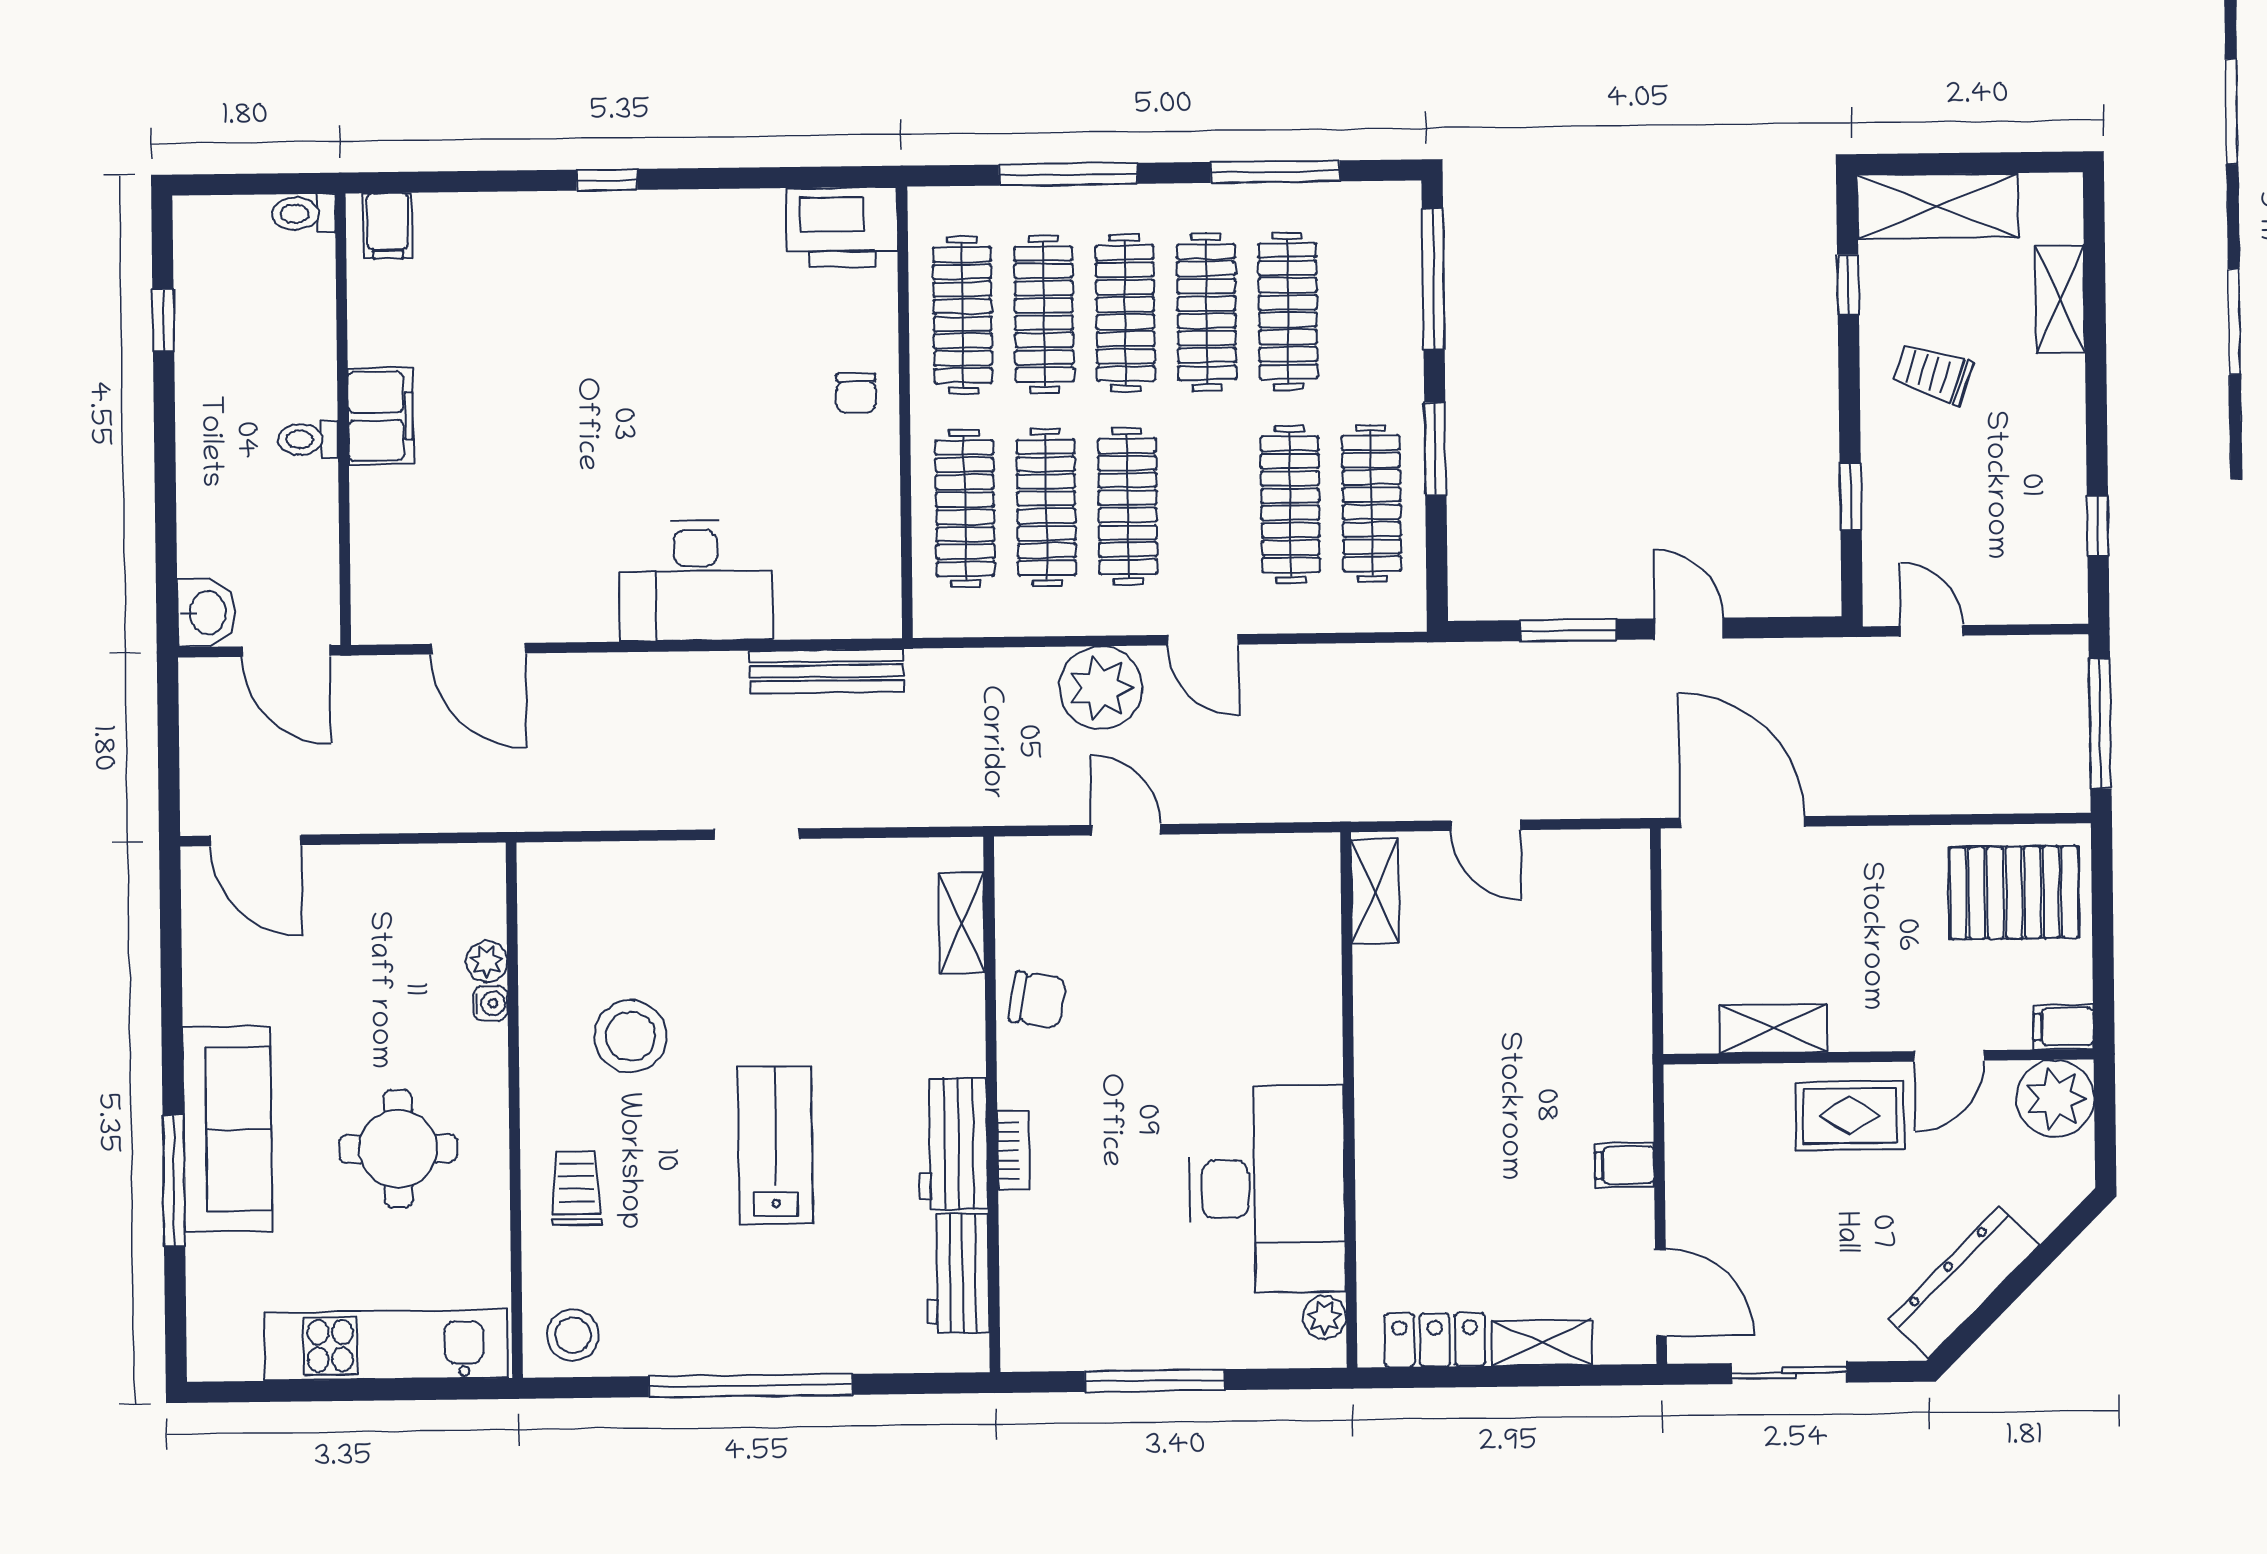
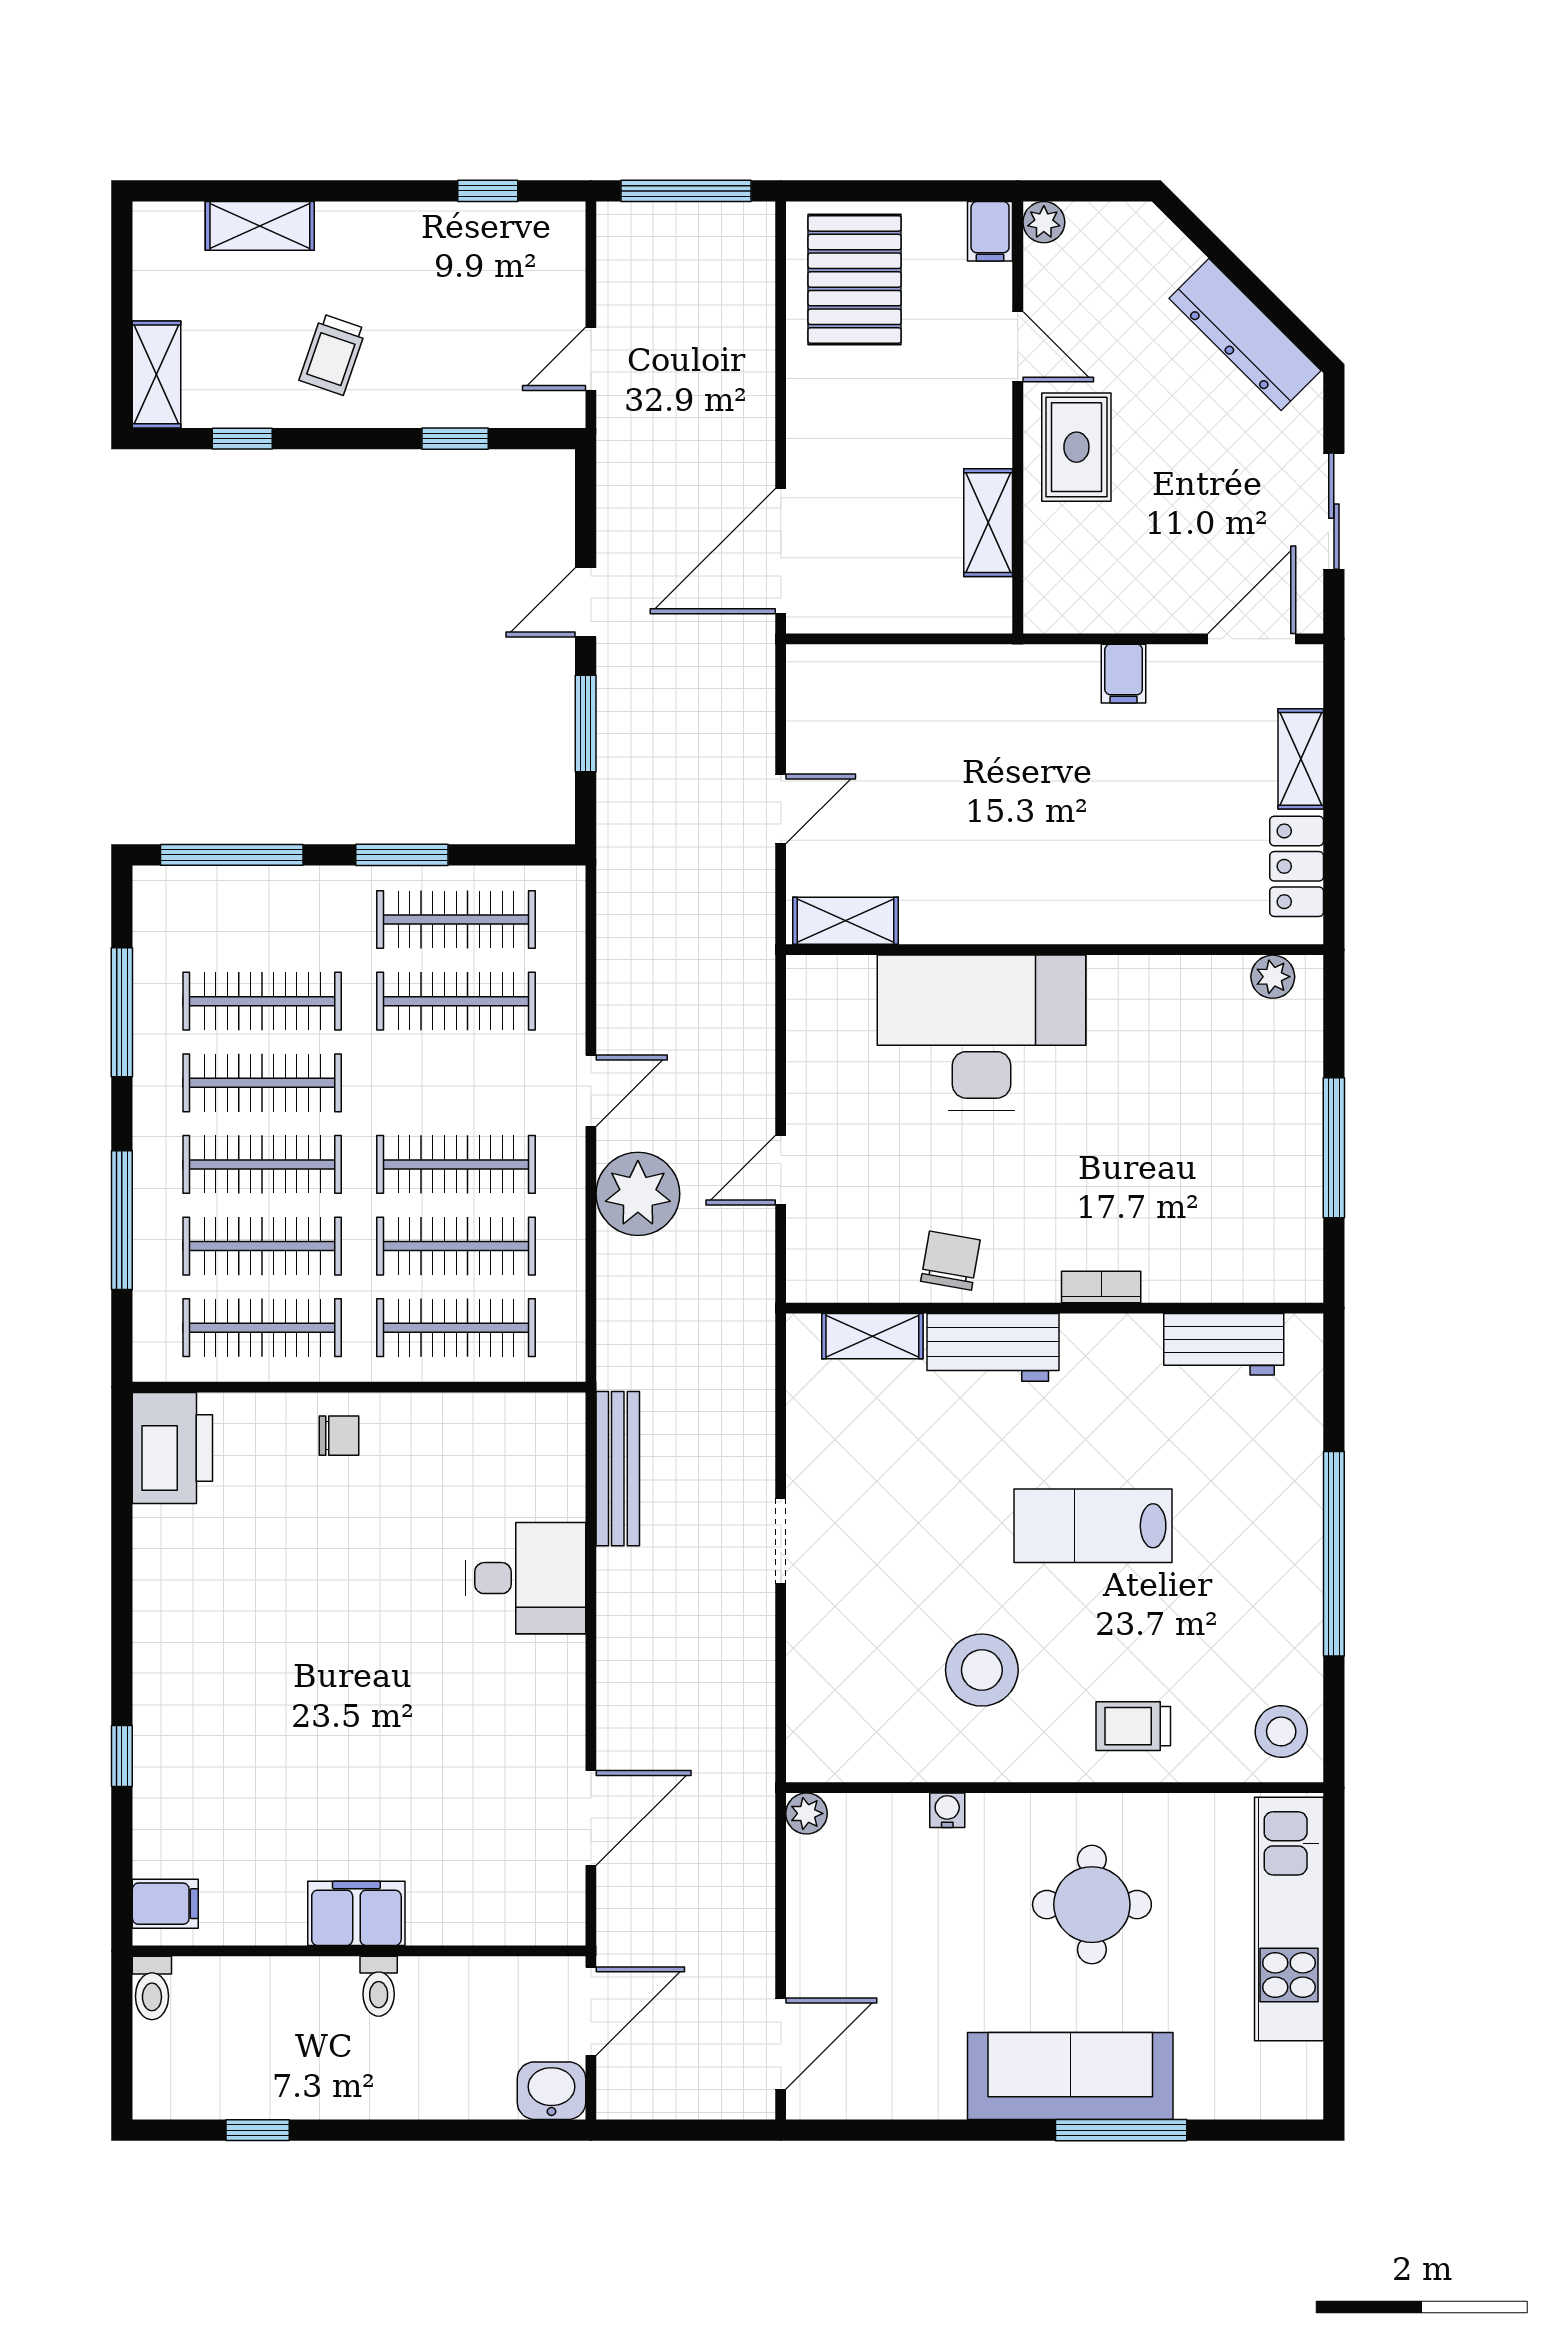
window: (607, 180) -> (122, 1756), moved
shelving: (1938, 206) -> (157, 374), width x0.67, depth x0.75
desk: (696, 581) -> (525, 1578), width x0.73
plant: (487, 961) -> (807, 1813), moved
plant: (2055, 1099) -> (1044, 222), width x0.53, depth x0.53
workbench: (953, 1144) -> (993, 1347), moved
desk: (1267, 1189) -> (982, 1033), moved

